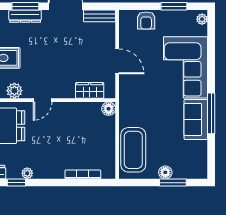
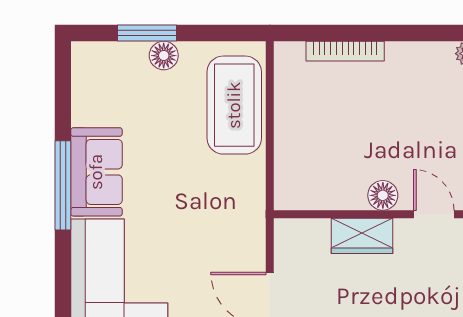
wardrobe: (90, 90) -> (362, 236), moved
door: (43, 100) -> (434, 214), hinge flipped
floor lamp: (109, 109) -> (383, 195), moved

